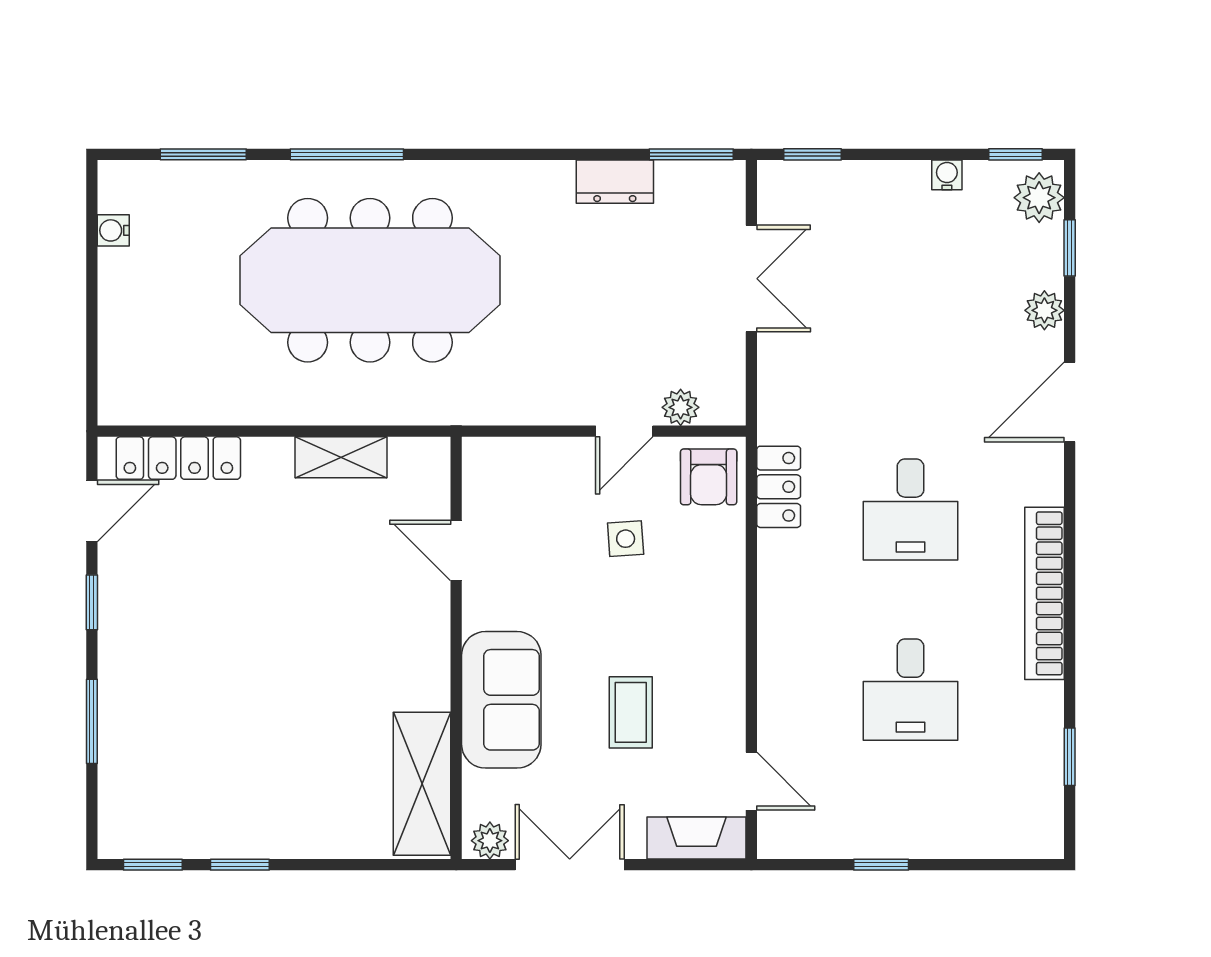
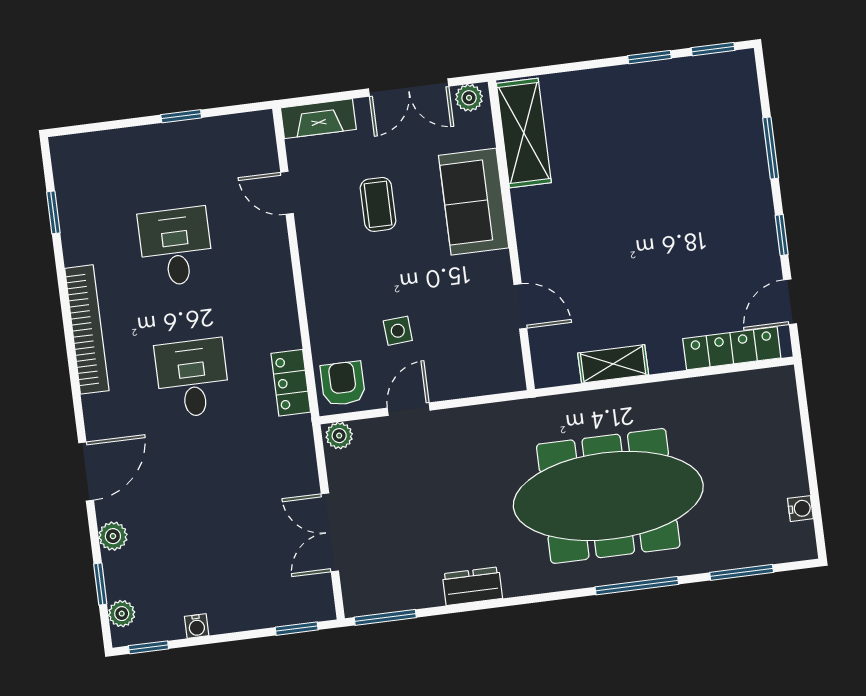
dresser: (615, 182) -> (472, 586), moved
plant: (1039, 198) -> (122, 614), width x0.73, depth x0.73
plant: (681, 407) -> (339, 436), moved
door: (751, 781) -> (287, 193), moved

